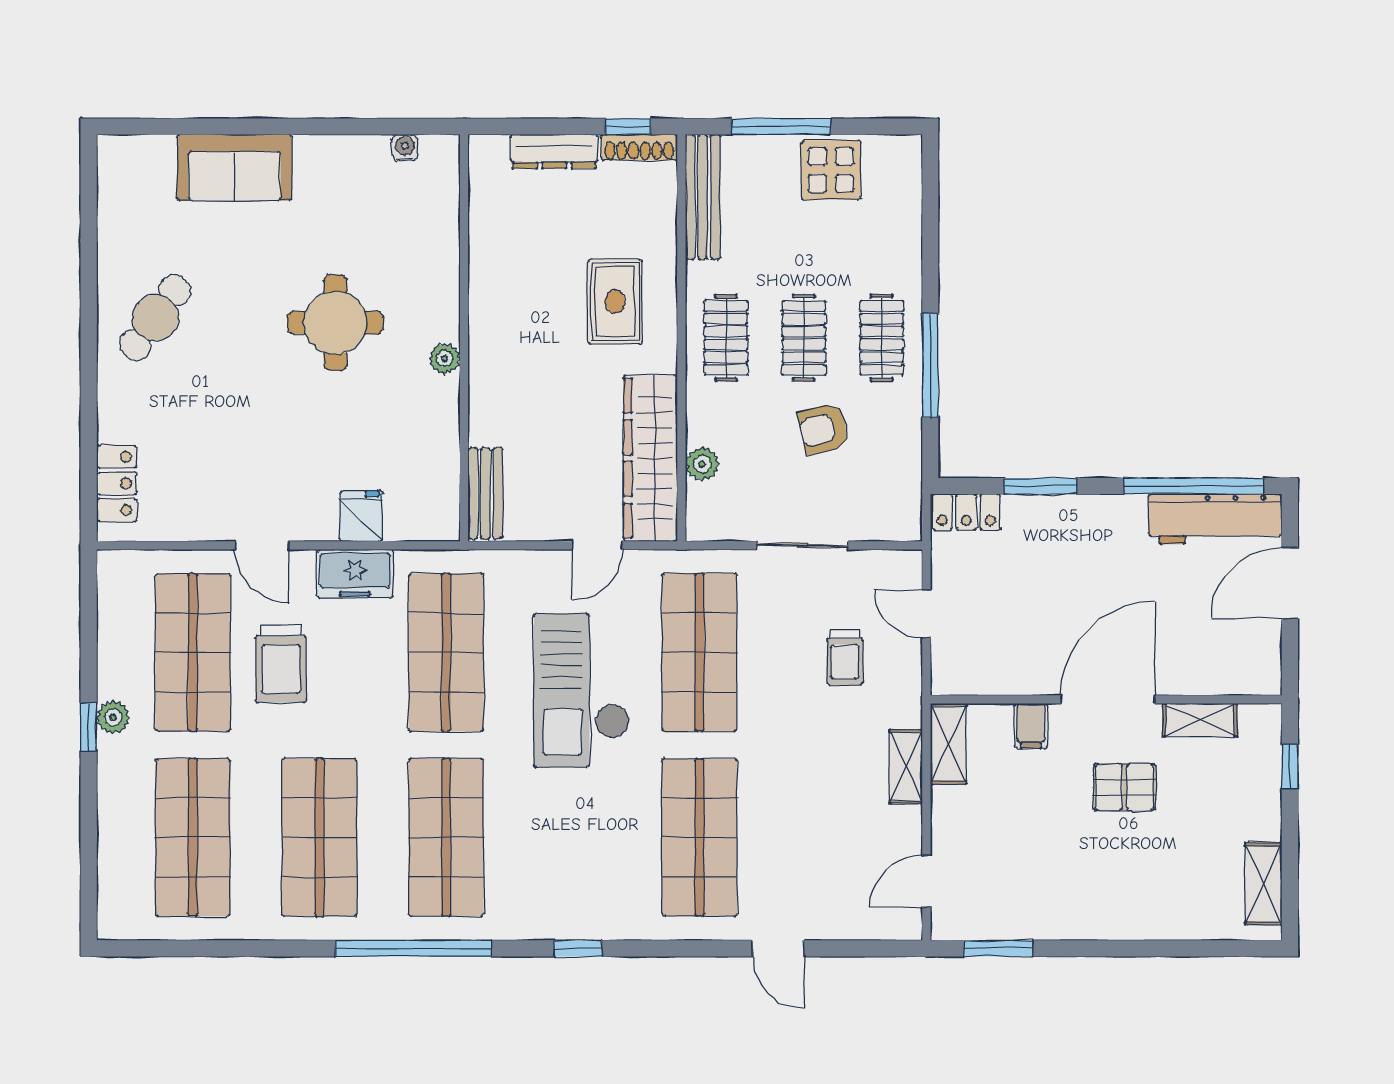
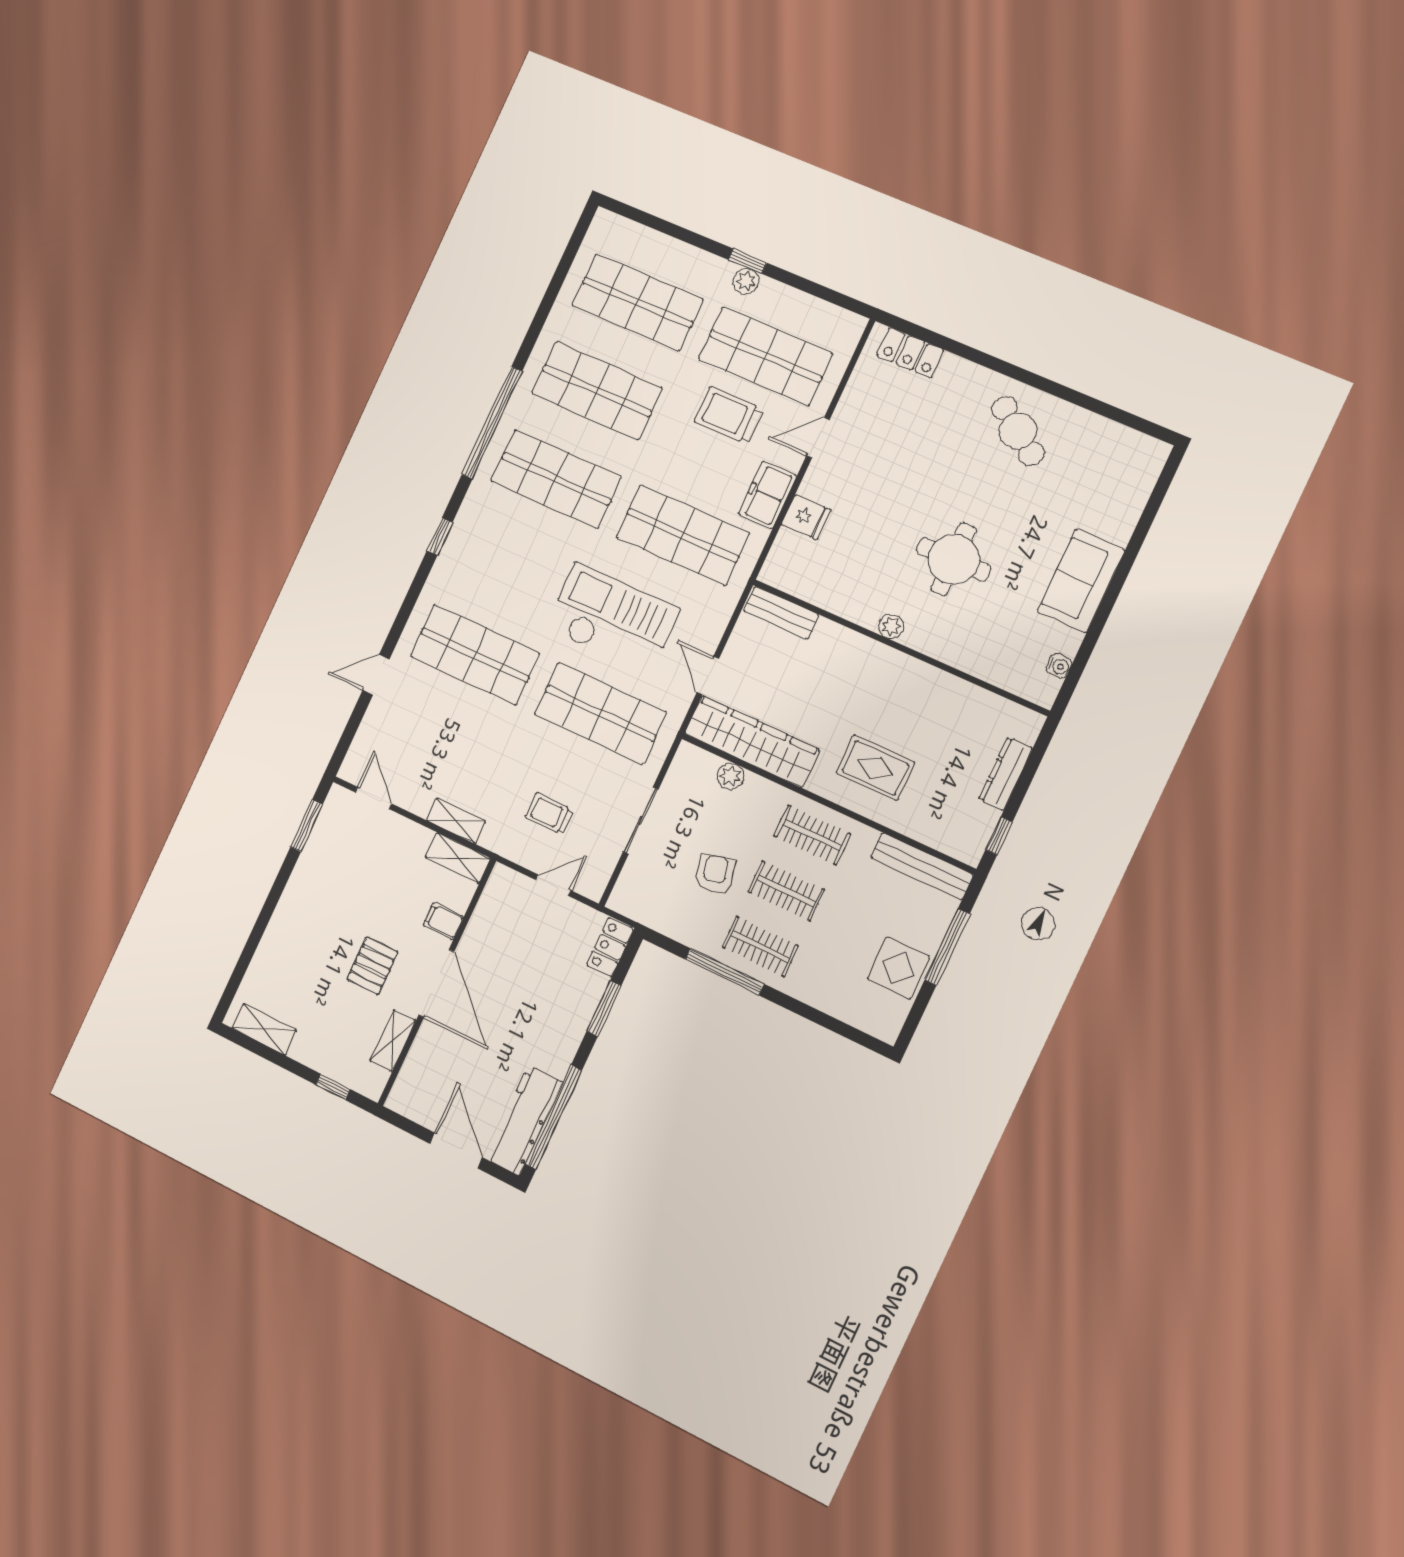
shoe rack: (639, 147) -> (980, 837), removed
sofa: (234, 168) -> (1081, 581), moved

